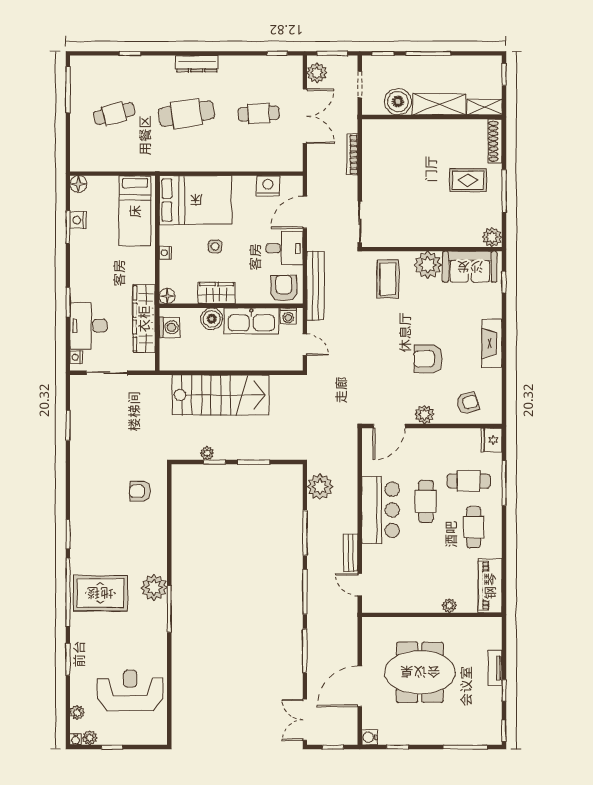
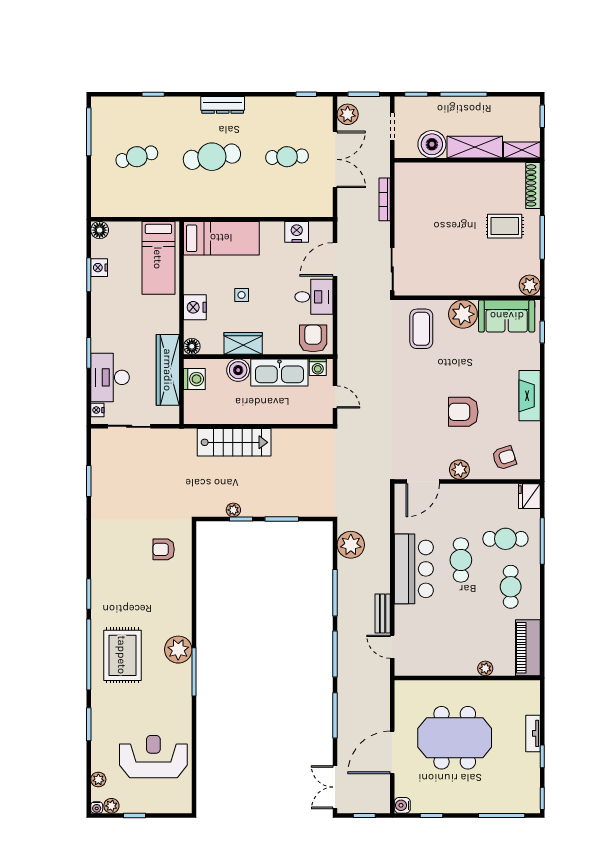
bed: (196, 200) -> (221, 238), width x0.67
nightstand: (165, 253) -> (195, 307), width x1.89, depth x1.79
bench: (315, 286) -> (346, 336), removed
stairs: (221, 395) -> (234, 442), width x0.73, depth x0.66
rug: (100, 593) -> (122, 655), turned 90

